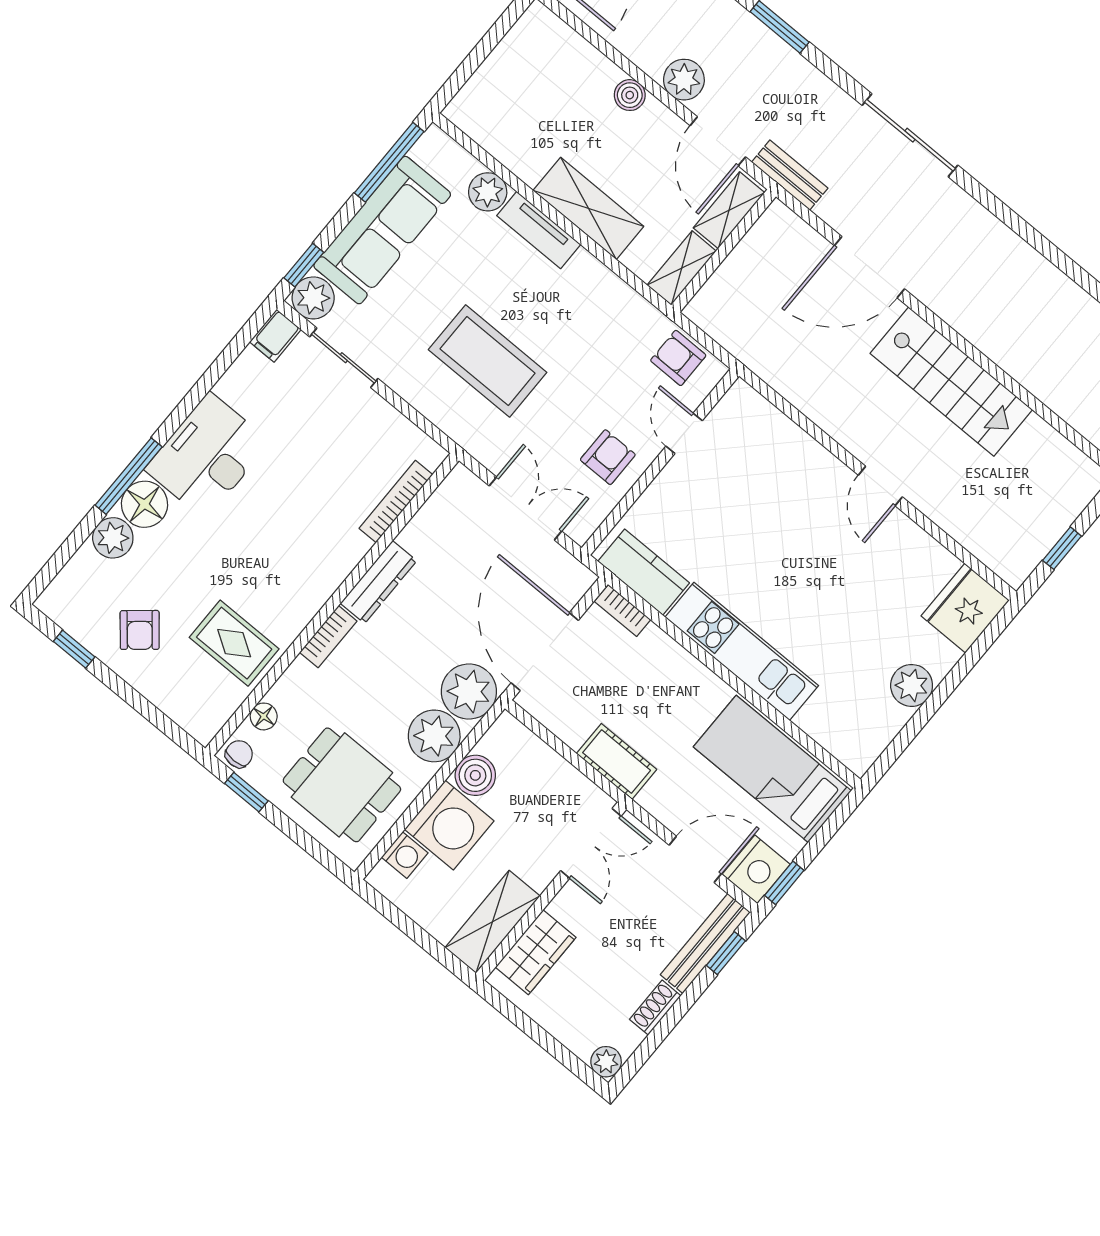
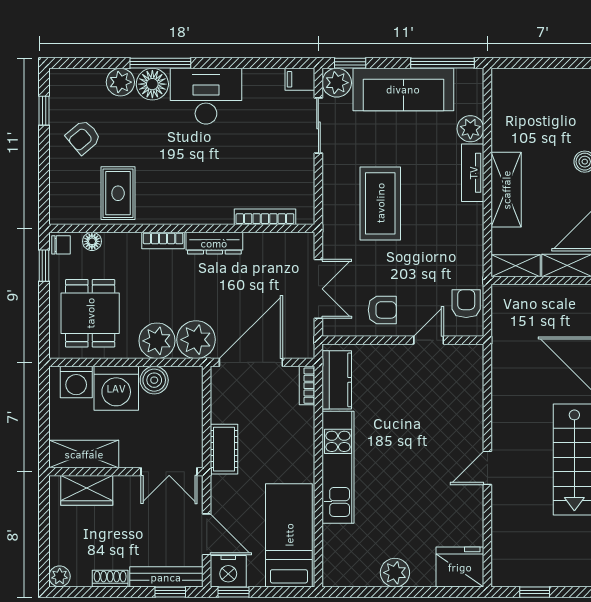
washing machine: (405, 855) -> (76, 382), width x1.38, depth x1.38

